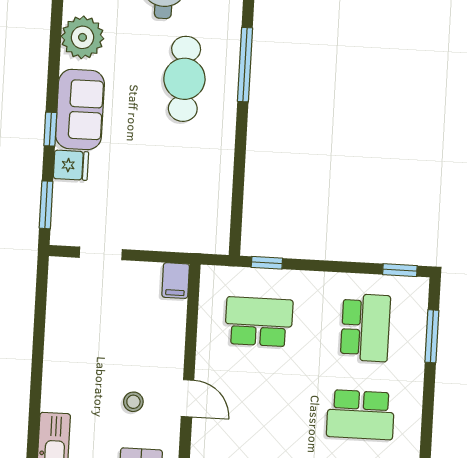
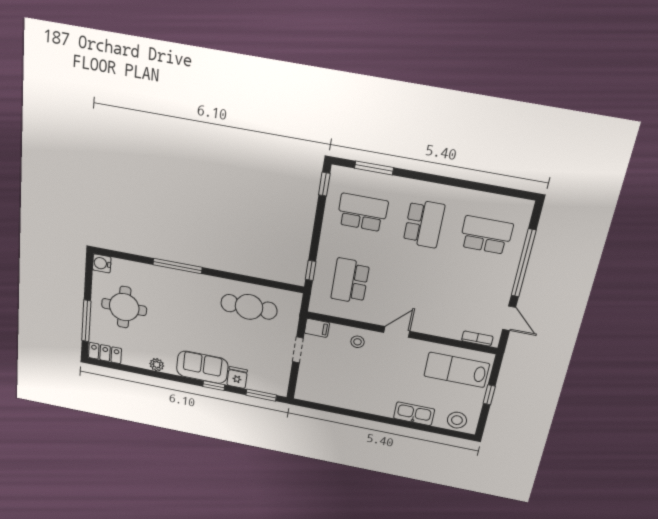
plant: (83, 37) -> (157, 365), width x0.53, depth x0.53
cafe table: (184, 79) -> (249, 307), moved
doorway: (101, 253) -> (298, 350), moved
stool: (133, 402) -> (357, 342), moved

